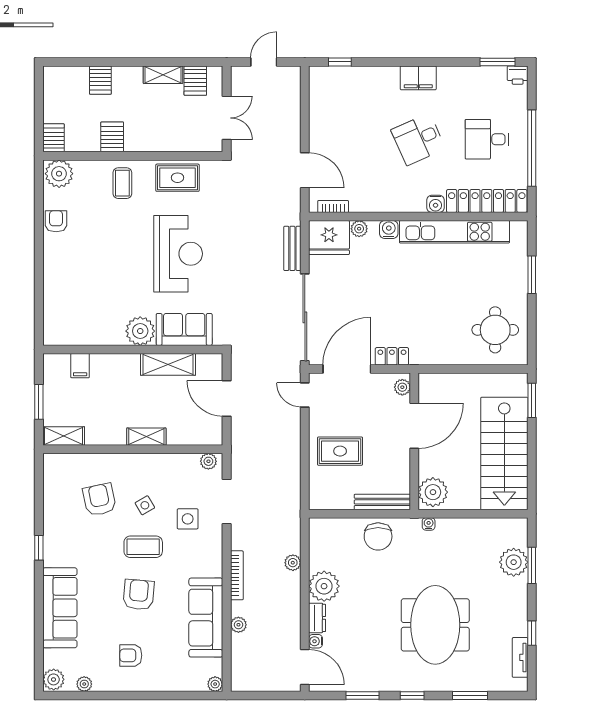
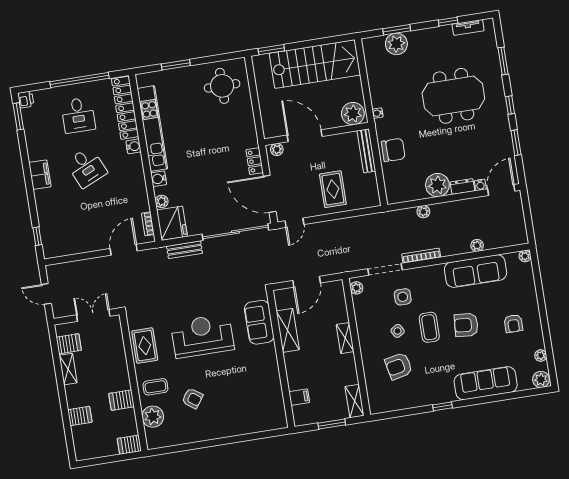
plant: (59, 174) -> (153, 417), moved
armchair: (56, 221) -> (192, 398), moved, turned -144
plant: (140, 331) -> (266, 355), removed
bookcase: (237, 575) -> (421, 256), moved

